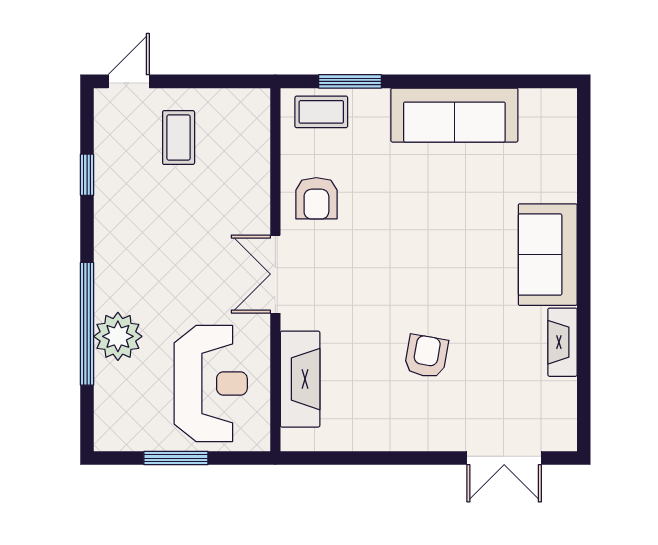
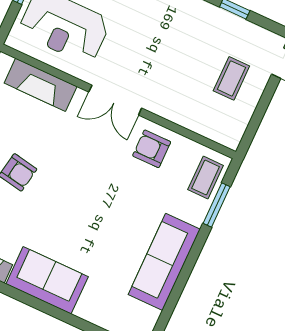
coffee table: (179, 138) -> (231, 78), turned 90
double door: (275, 274) -> (115, 100), swing flipped

